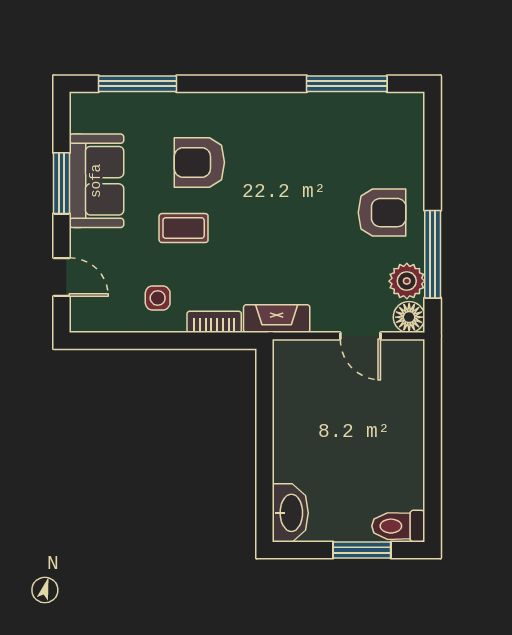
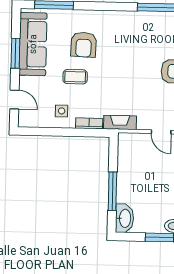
armchair: (199, 162) -> (84, 45), turned -88
sofa: (96, 181) -> (33, 44), width x1.36
window: (264, 458) -> (112, 191), added

